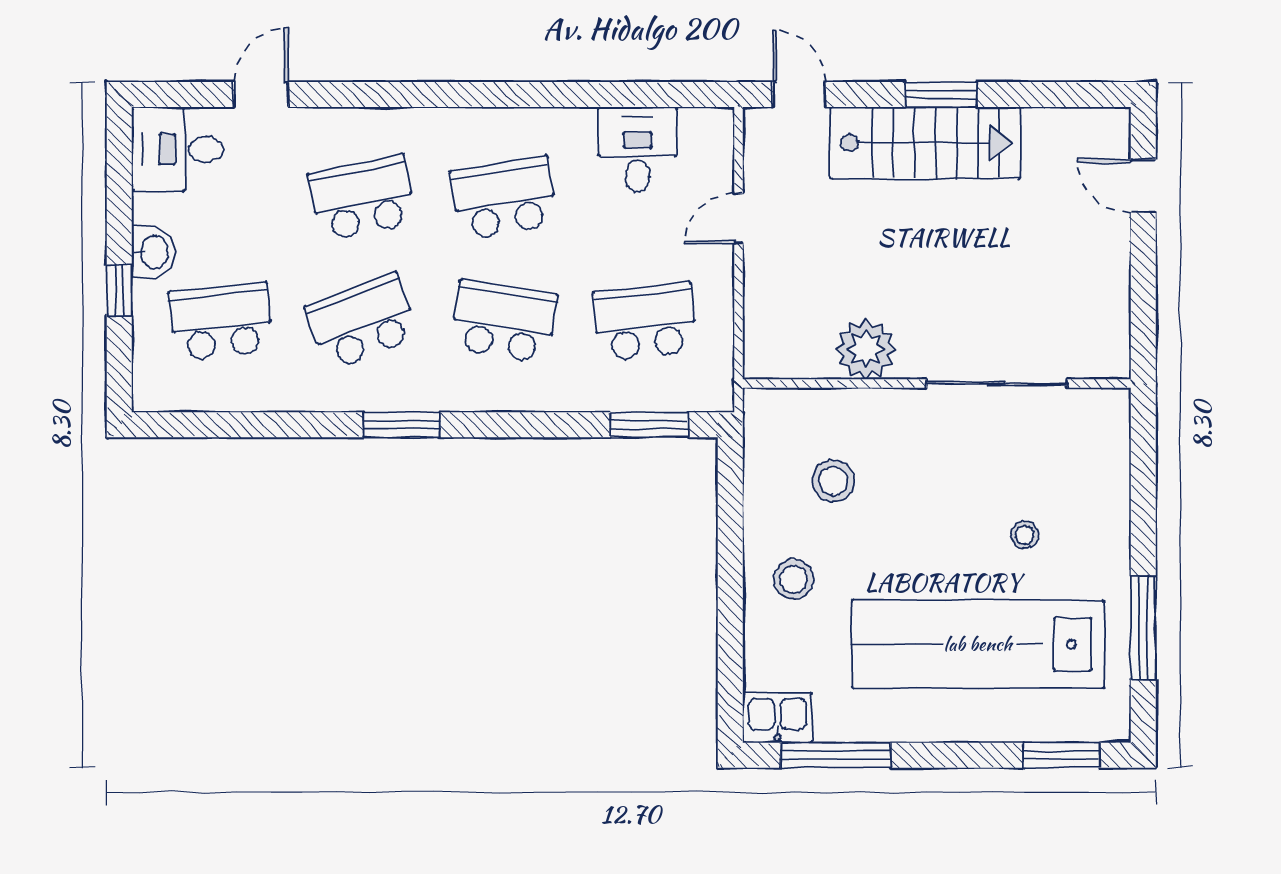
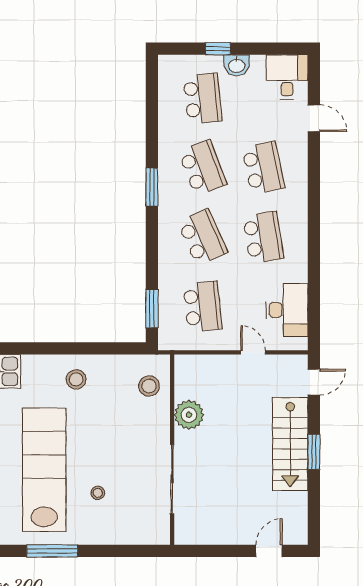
desk: (637, 150) -> (287, 310), width x1.37
school desk: (504, 322) -> (203, 237), turned -33
stool: (833, 481) -> (149, 386), moved

